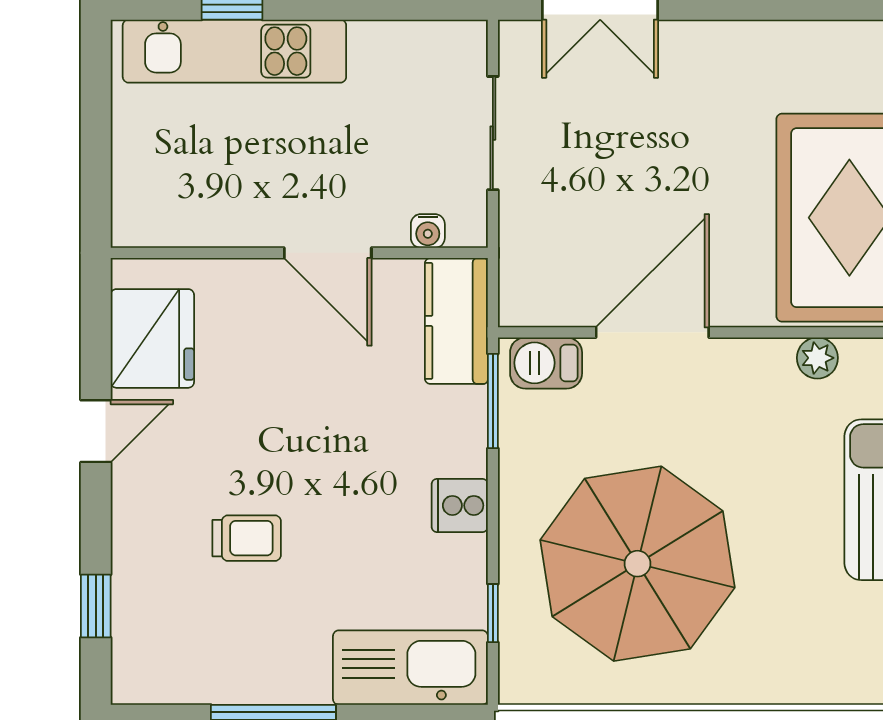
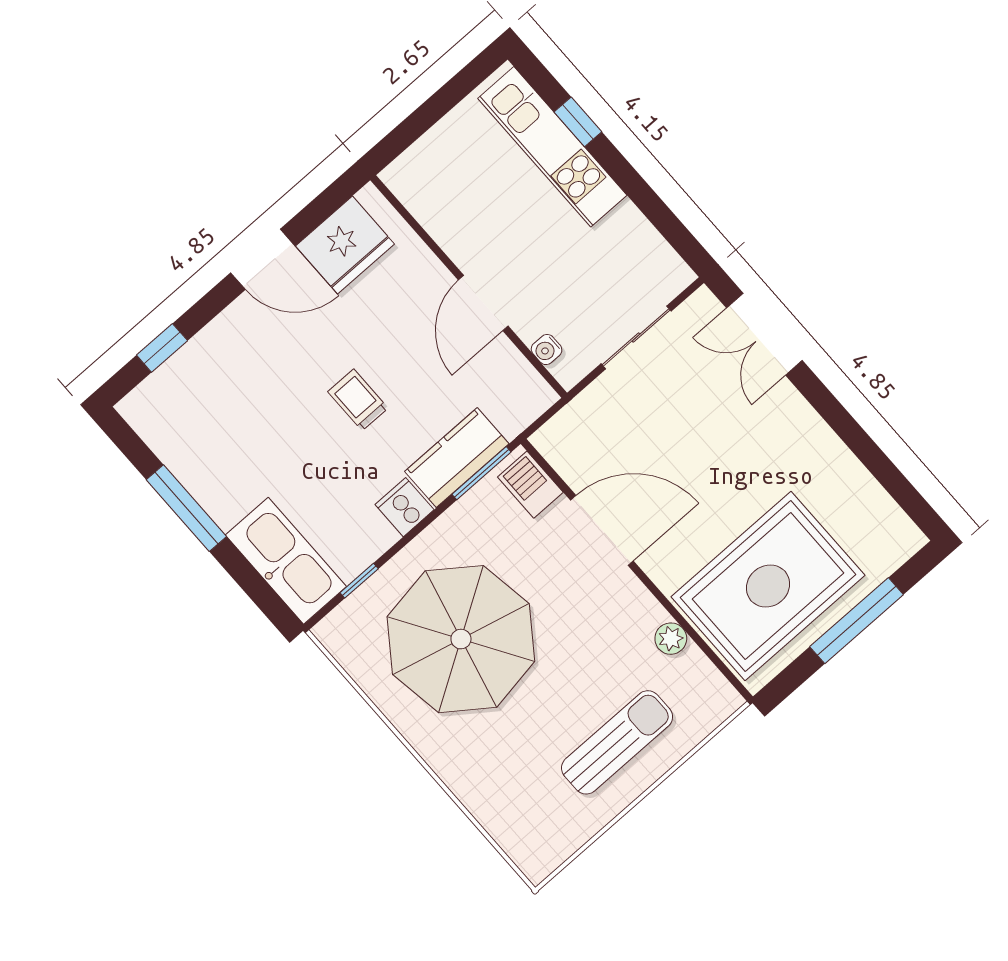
kitchen counter: (456, 321) -> (457, 458), moved
door: (96, 431) -> (263, 259), width x1.38
trolley: (247, 538) -> (358, 400), moved, turned 180

